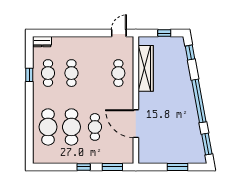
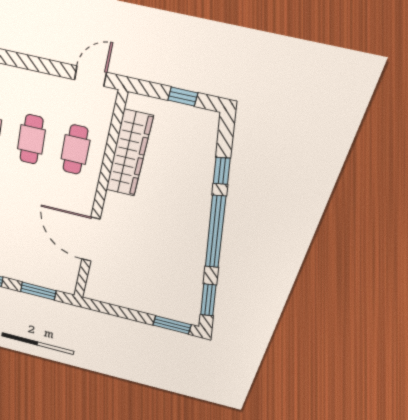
window: (190, 53) -> (222, 171), moved
cafe table: (95, 127) -> (31, 139), moved
window: (178, 167) -> (172, 325), moved

